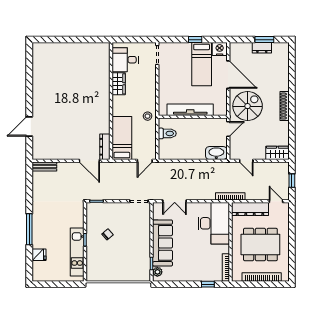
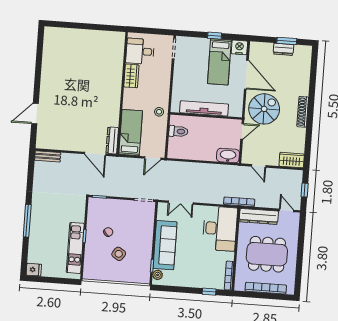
fridge: (39, 255) -> (34, 270), moved
side table: (119, 255) -> (119, 254), added

